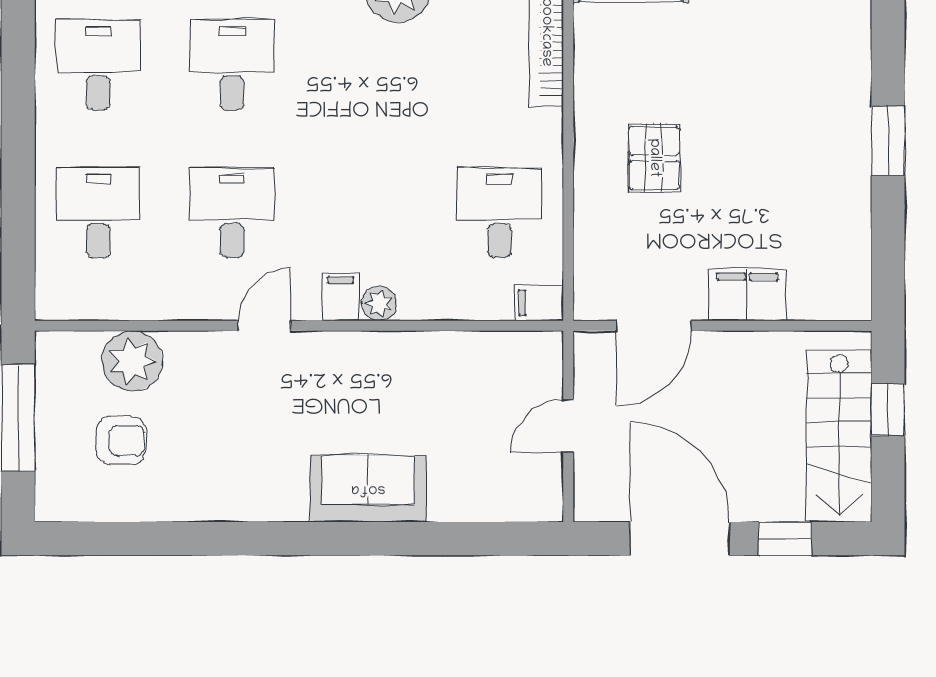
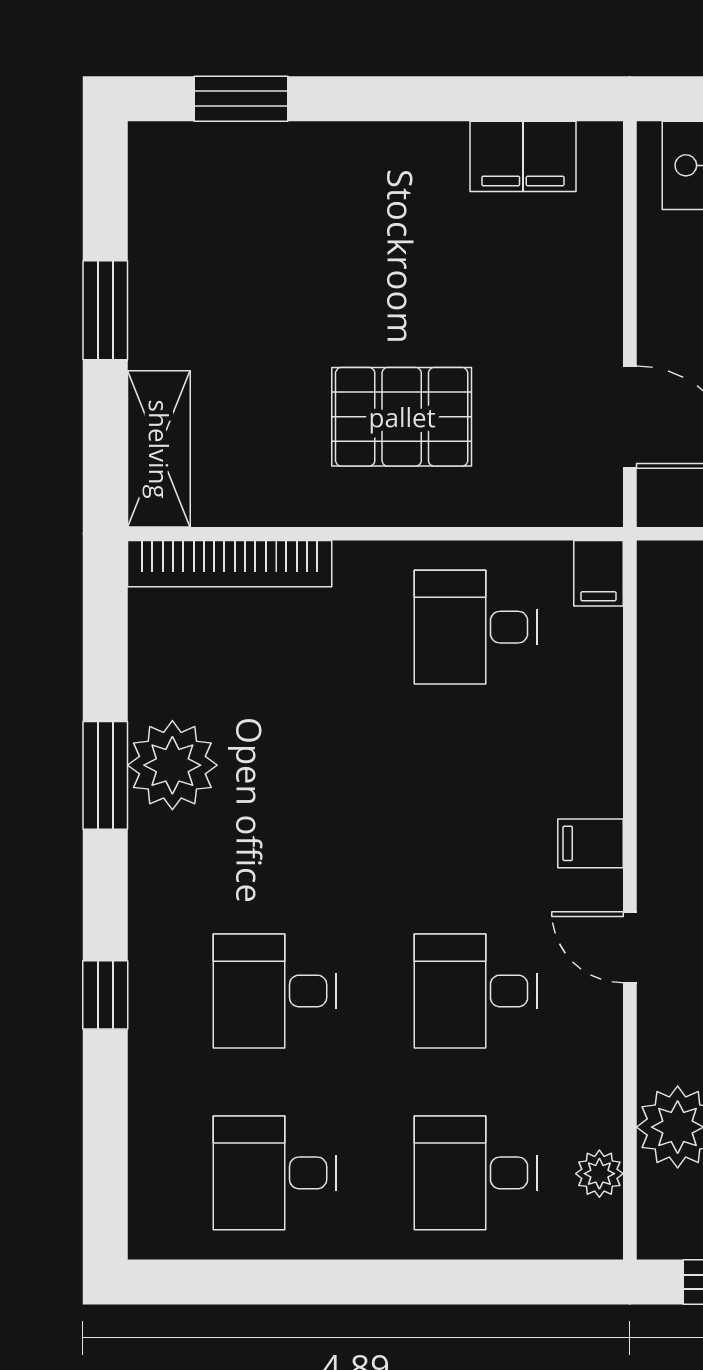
window: (888, 141) -> (241, 99), moved
pallet: (654, 158) -> (402, 417), width x1.50, depth x1.42
filing cabinet: (748, 295) -> (523, 156), moved, turned -90
plant: (379, 303) -> (599, 1174), moved

